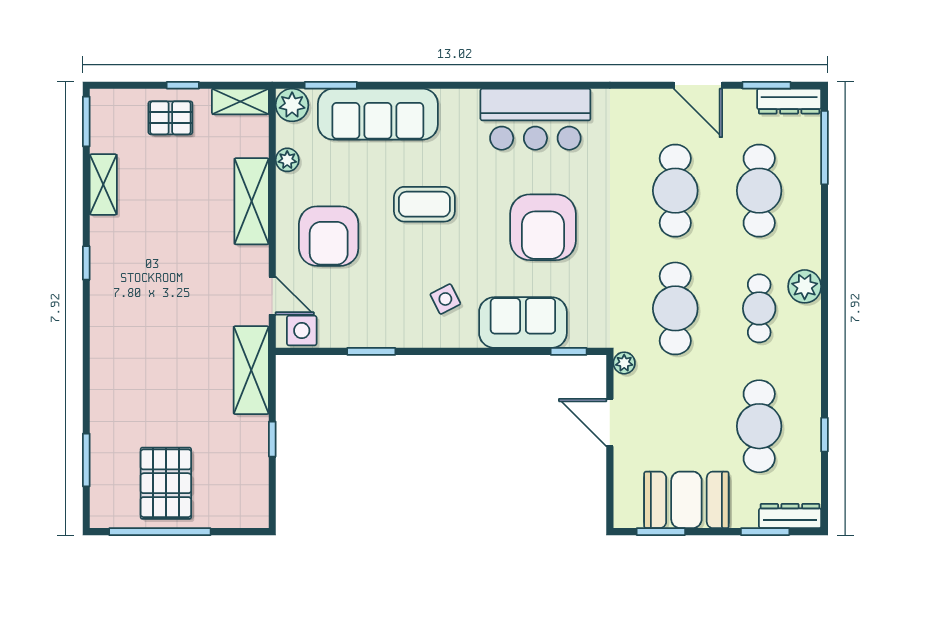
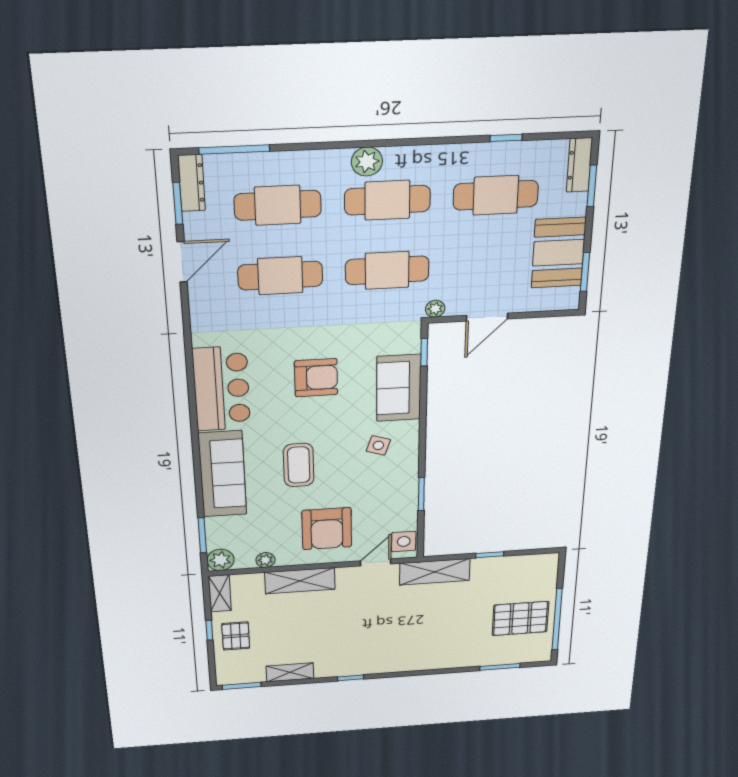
sofa: (378, 114) -> (223, 474), moved
armchair: (543, 227) -> (316, 378), width x0.73, depth x0.73
armchair: (329, 236) -> (327, 529), turned 90
side table: (445, 299) -> (378, 445), turned 45
cafe table: (759, 308) -> (387, 200), width x1.37, depth x1.35

